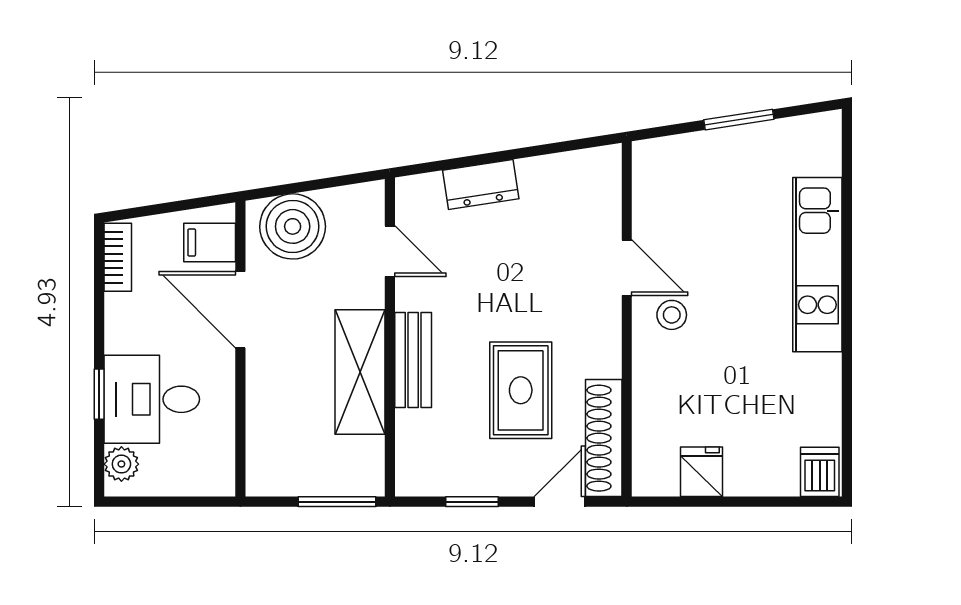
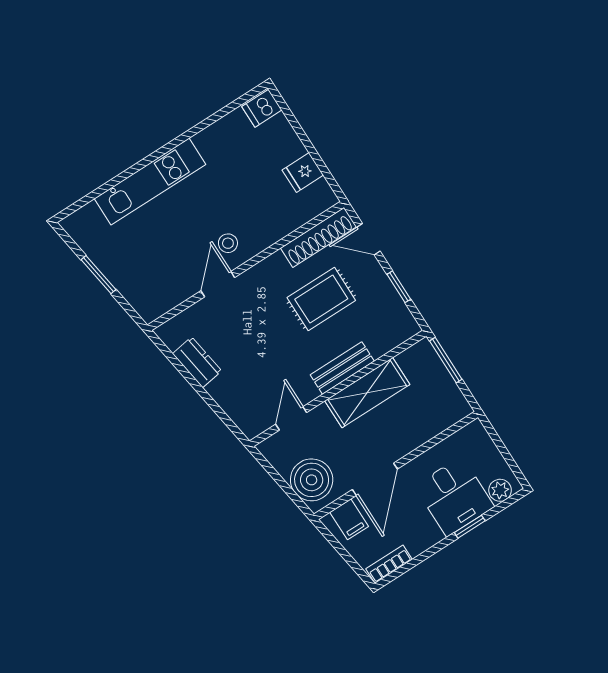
dresser: (481, 185) -> (197, 362), moved

